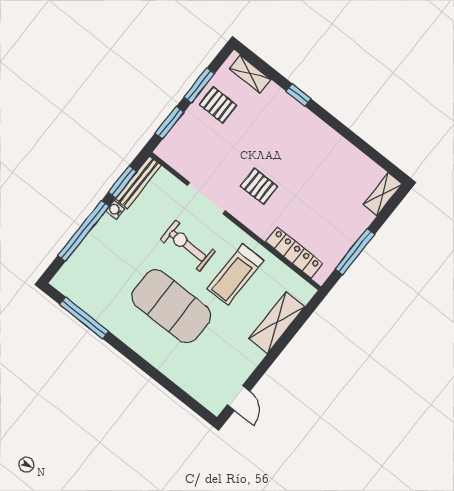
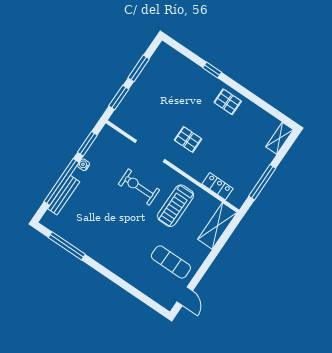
shelving: (250, 74) -> (175, 57), removed
pallet: (218, 105) -> (228, 102), moved
bench: (138, 182) -> (64, 195), moved
locker: (294, 253) -> (217, 186), width x0.66
exercise mat: (171, 306) -> (171, 262), moved, width x0.50, depth x0.69
shelving: (277, 322) -> (217, 226), moved

